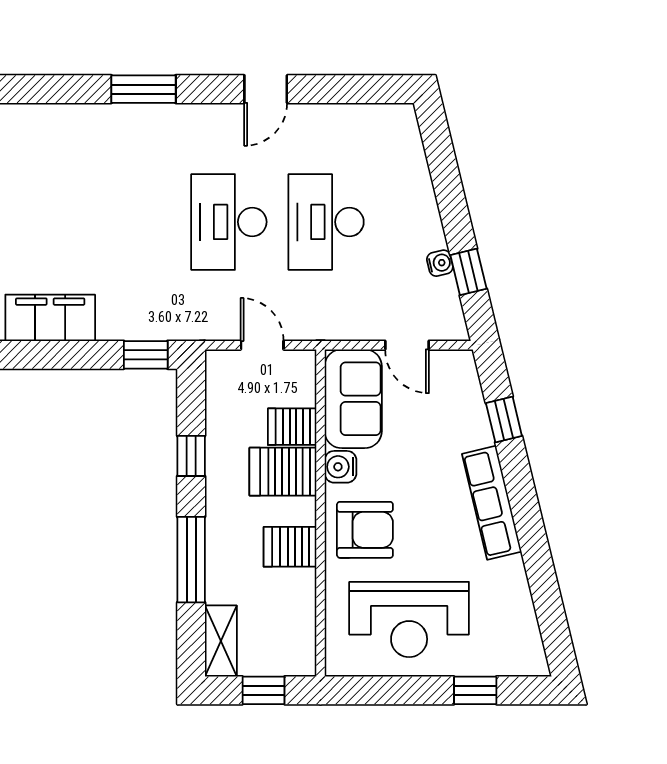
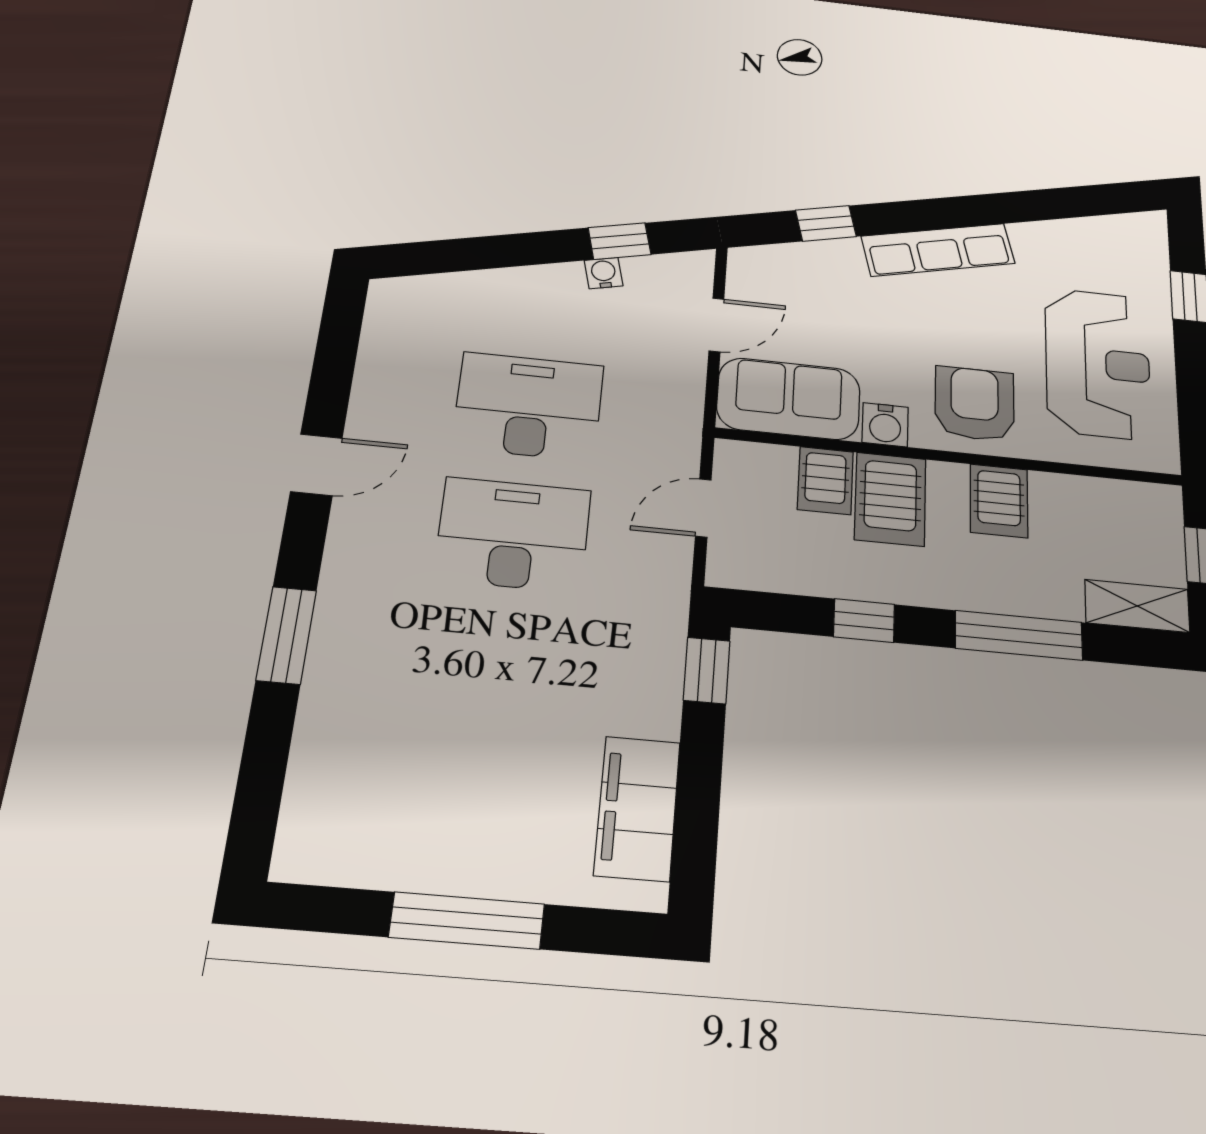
door: (266, 89) -> (316, 465), hinge flipped
desk: (229, 222) -> (513, 534), turned 180
desk: (326, 222) -> (528, 406), turned 180

